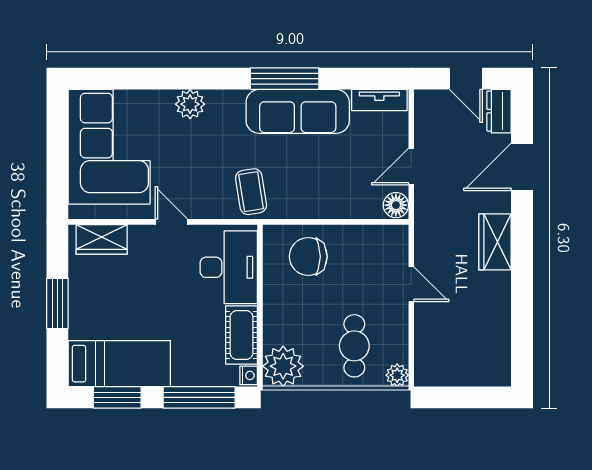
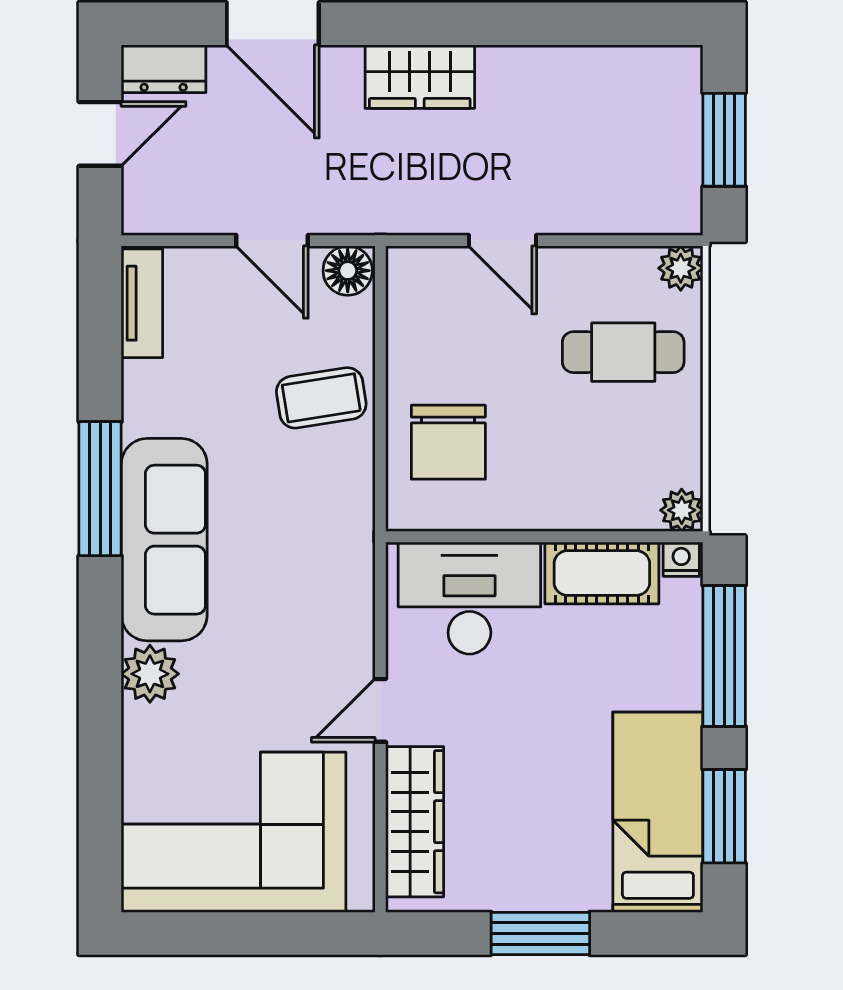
sofa: (298, 111) -> (164, 540), moved
coffee table: (251, 192) -> (321, 398), moved
wardrobe: (102, 239) -> (415, 822), width x1.50
door: (411, 284) -> (503, 241), swing flipped
plant: (283, 366) -> (682, 510), width x0.53, depth x0.53
window: (463, 397) -> (724, 140), added

